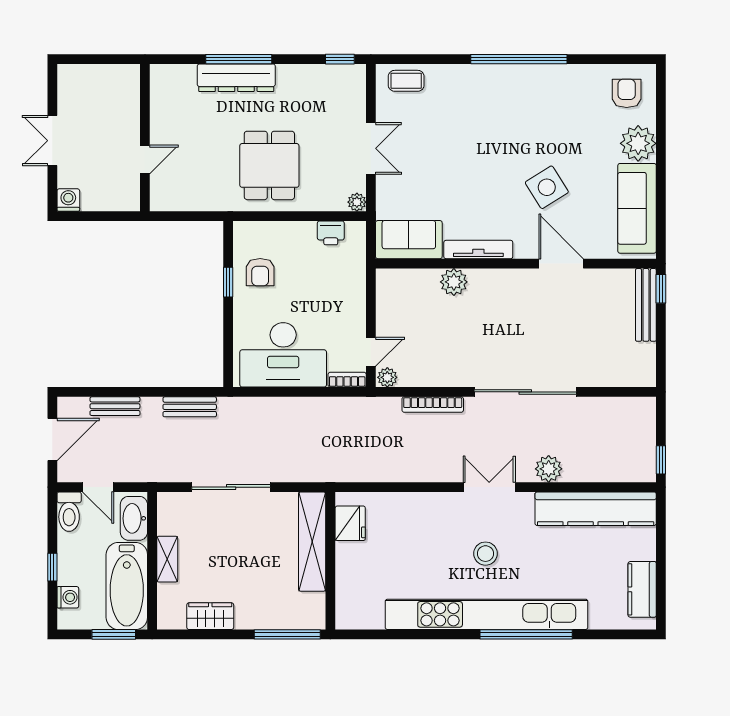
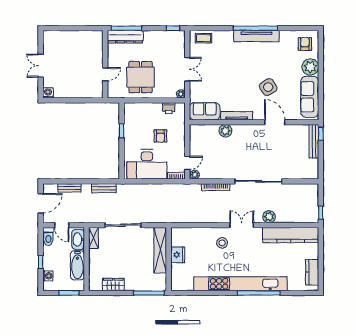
tv unit: (521, 76) -> (256, 36), added
wall: (145, 138) -> (105, 64), moved
door: (145, 159) -> (105, 74), moved
armchair: (260, 272) -> (160, 136), moved
fridge: (350, 523) -> (178, 255), moved
stool: (486, 554) -> (222, 243), moved
shelving: (167, 559) -> (94, 238), moved
bathtub: (127, 586) -> (77, 265), width x0.73, depth x0.73

